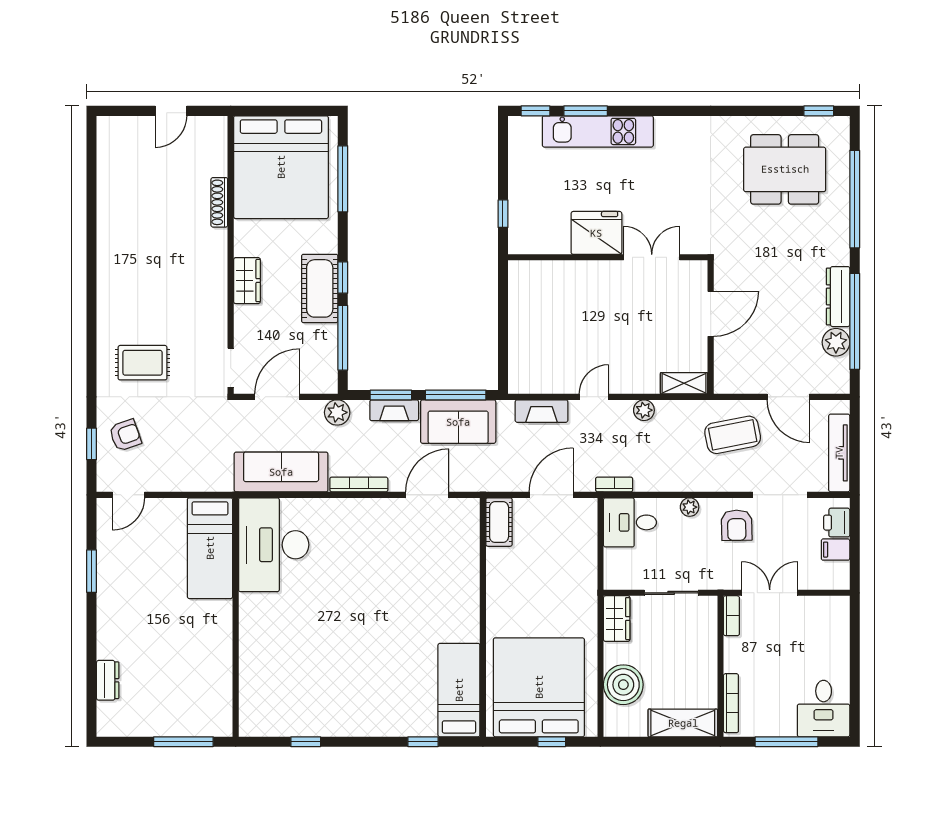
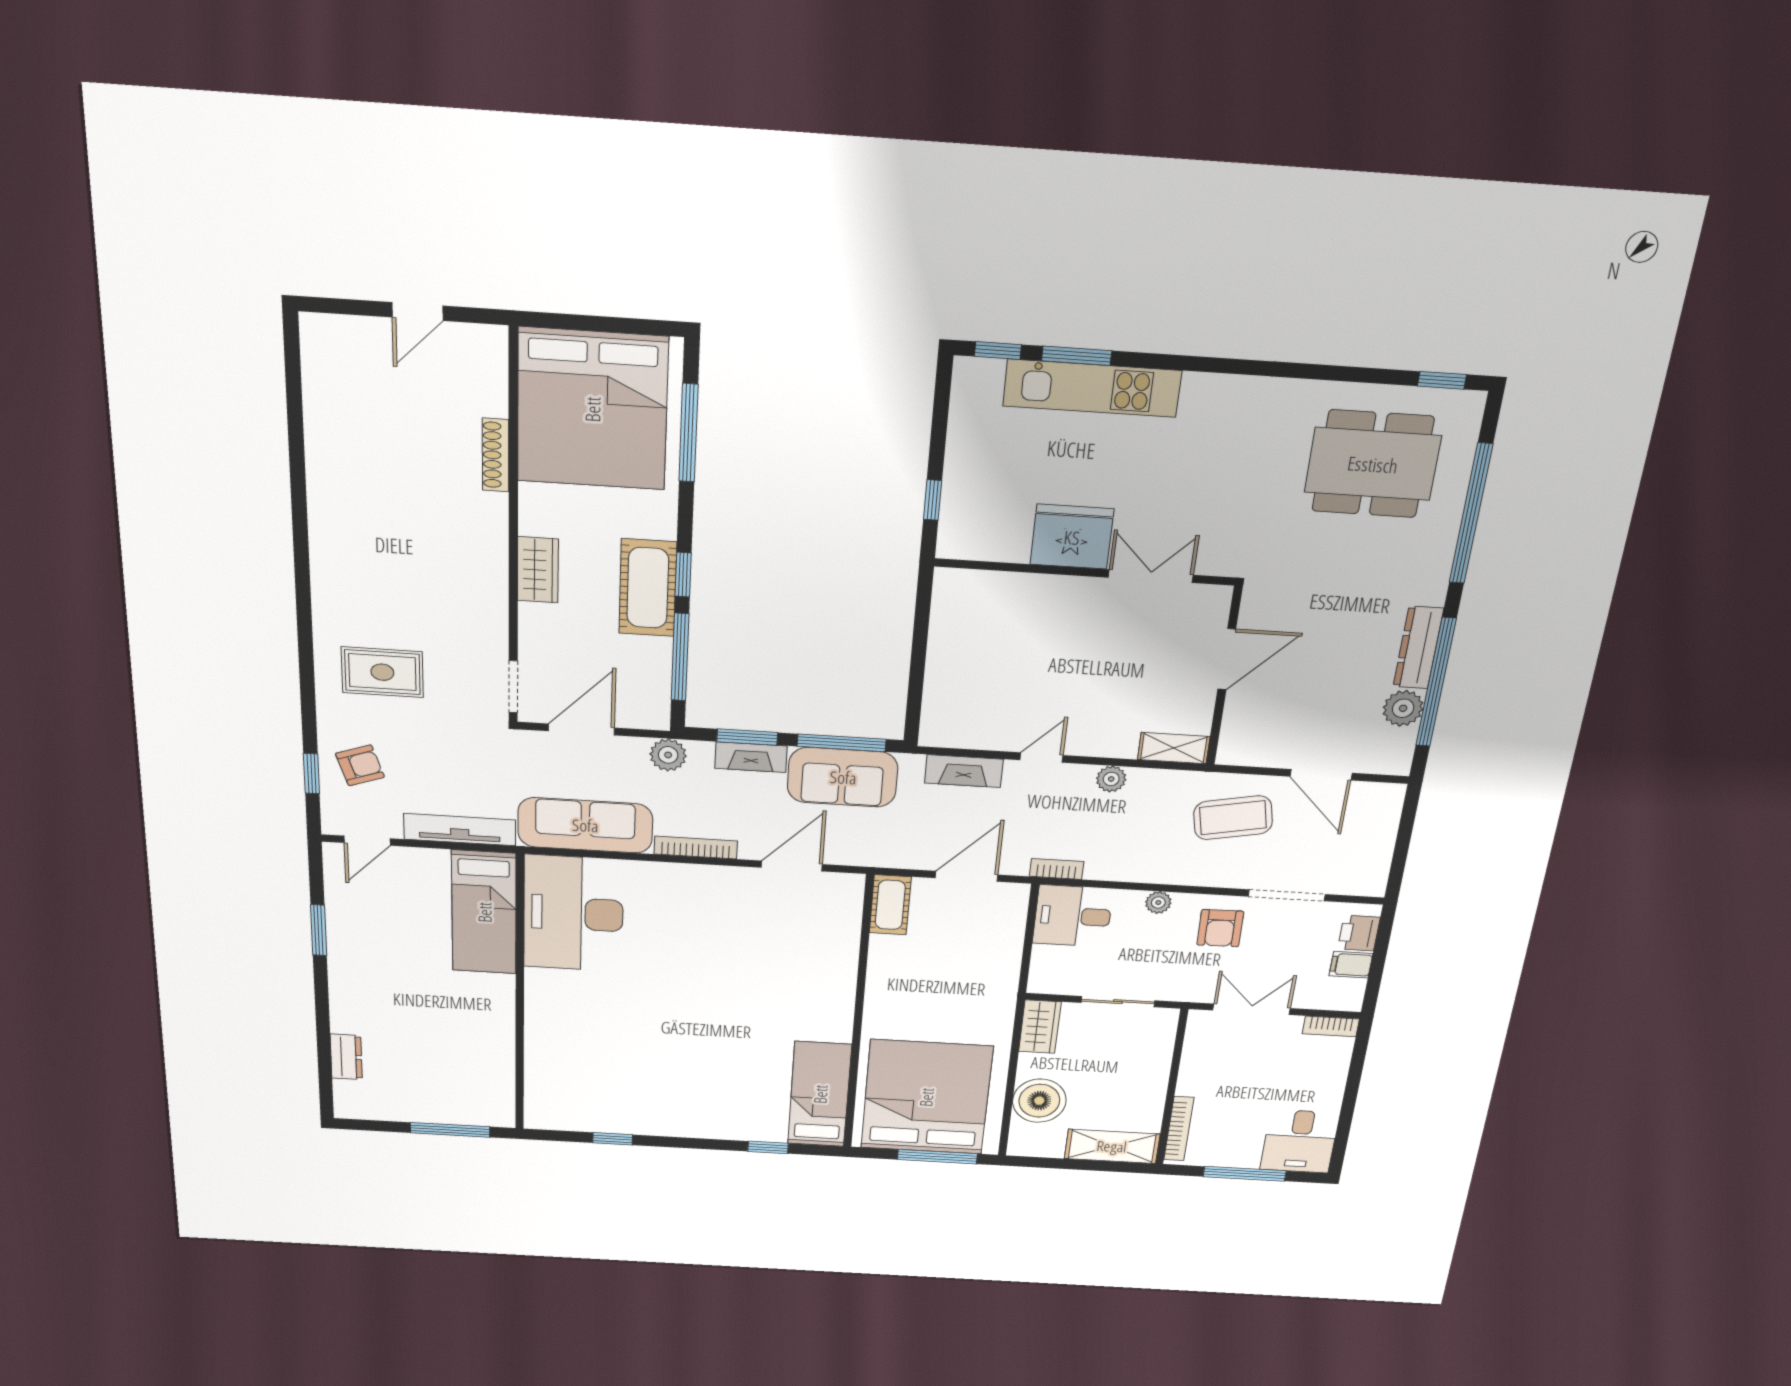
tv unit: (839, 453) -> (460, 830), moved, turned 90
bookcase: (731, 616) -> (1331, 1026), moved, turned 90
window: (552, 742) -> (937, 1157), width x2.17

